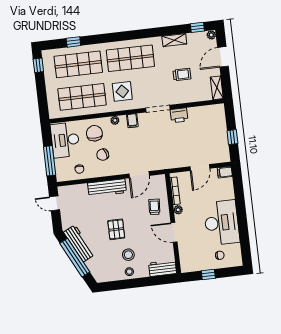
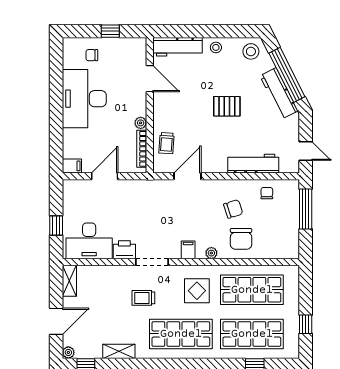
window: (38, 65) -> (306, 324), moved
trolley: (182, 74) -> (143, 298), moved
window: (232, 137) -> (56, 226), moved
desk: (65, 140) -> (89, 241), moved, turned 90
workbench: (107, 188) -> (253, 164), moved
trolley: (154, 207) -> (167, 143), moved
pallet: (116, 229) -> (227, 106), turned 90
door: (174, 232) -> (150, 79), moved
stool: (128, 255) -> (251, 51), moved
workbench: (163, 268) -> (177, 47), width x1.38

